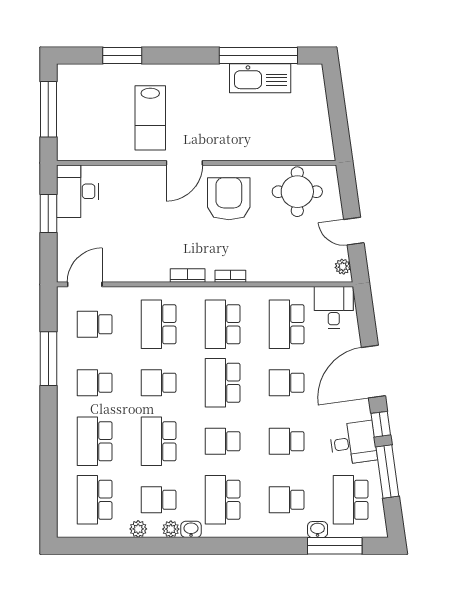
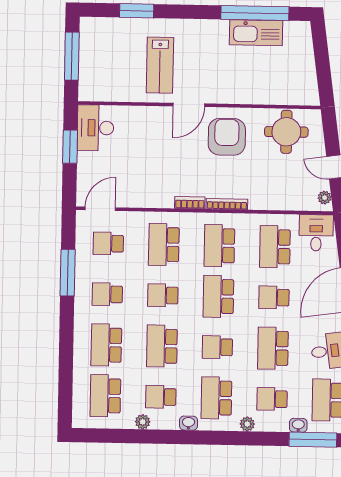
bookcase: (230, 276) -> (227, 204), width x1.56
school desk: (287, 441) -> (273, 348), width x1.85
plant: (171, 529) -> (247, 424), moved

